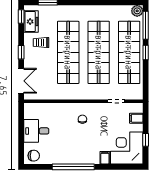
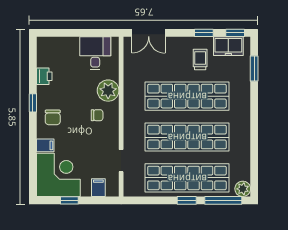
window: (21, 52) -> (204, 33), moved
plant: (64, 111) -> (108, 91), added
desk: (36, 131) -> (95, 53), moved
chair: (34, 156) -> (53, 117), moved
printer: (53, 158) -> (44, 76), added
window: (73, 167) -> (33, 103), width x0.32

